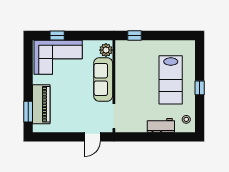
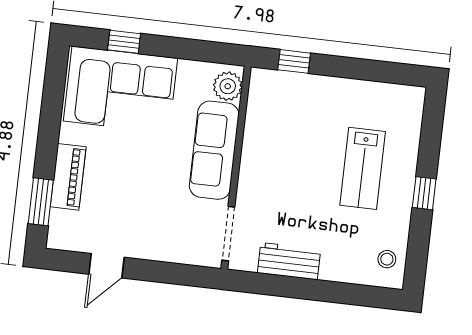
lab bench: (171, 80) -> (363, 168), width x0.73, depth x0.72
piano: (41, 104) -> (68, 177), width x0.73, depth x0.75
workbench: (161, 125) -> (289, 261), moved
door: (92, 137) -> (107, 266), moved

